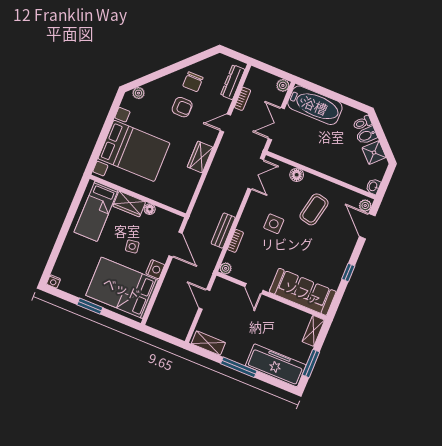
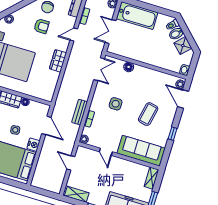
coffee table: (314, 209) -> (148, 114), moved

